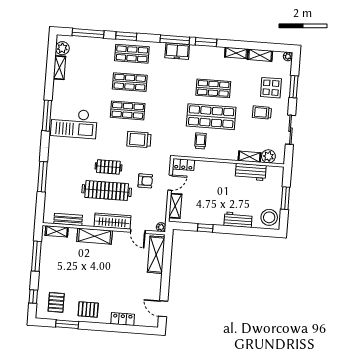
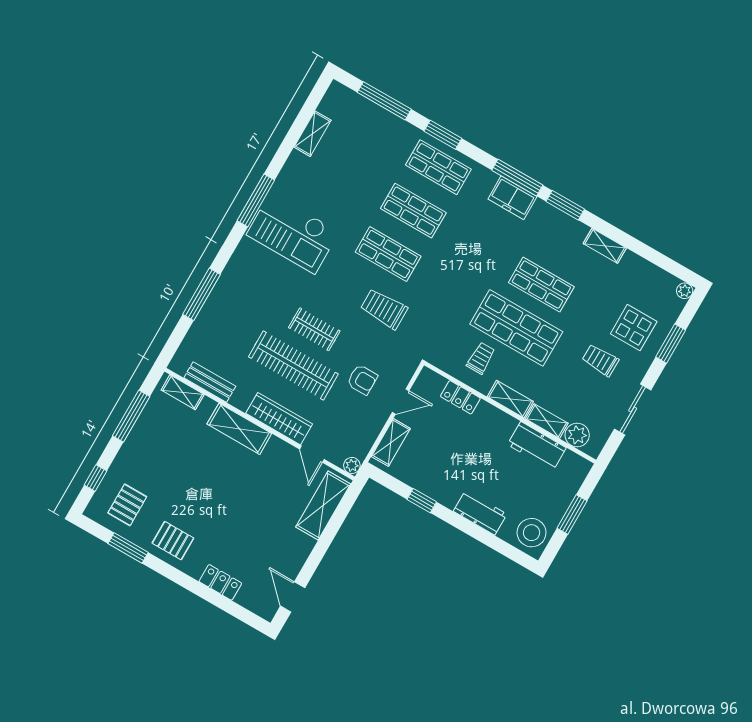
plant: (62, 48) -> (332, 105), removed
shelving: (260, 55) -> (510, 399), moved
locker: (183, 165) -> (460, 397), moved

